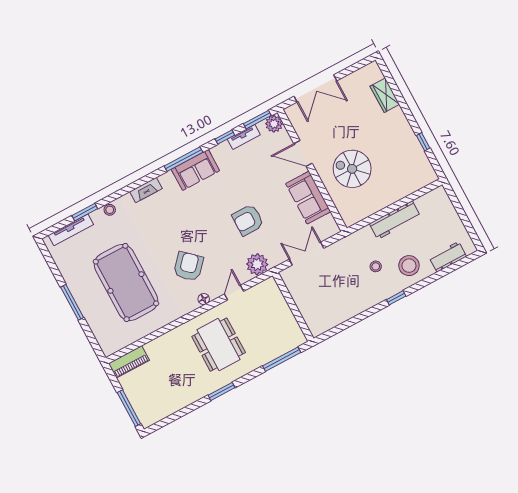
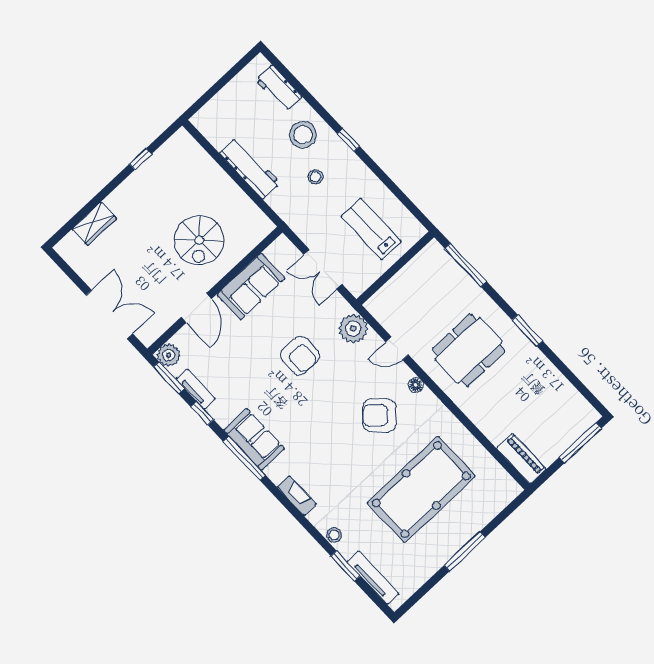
lab bench: (327, 297) -> (371, 229), added

